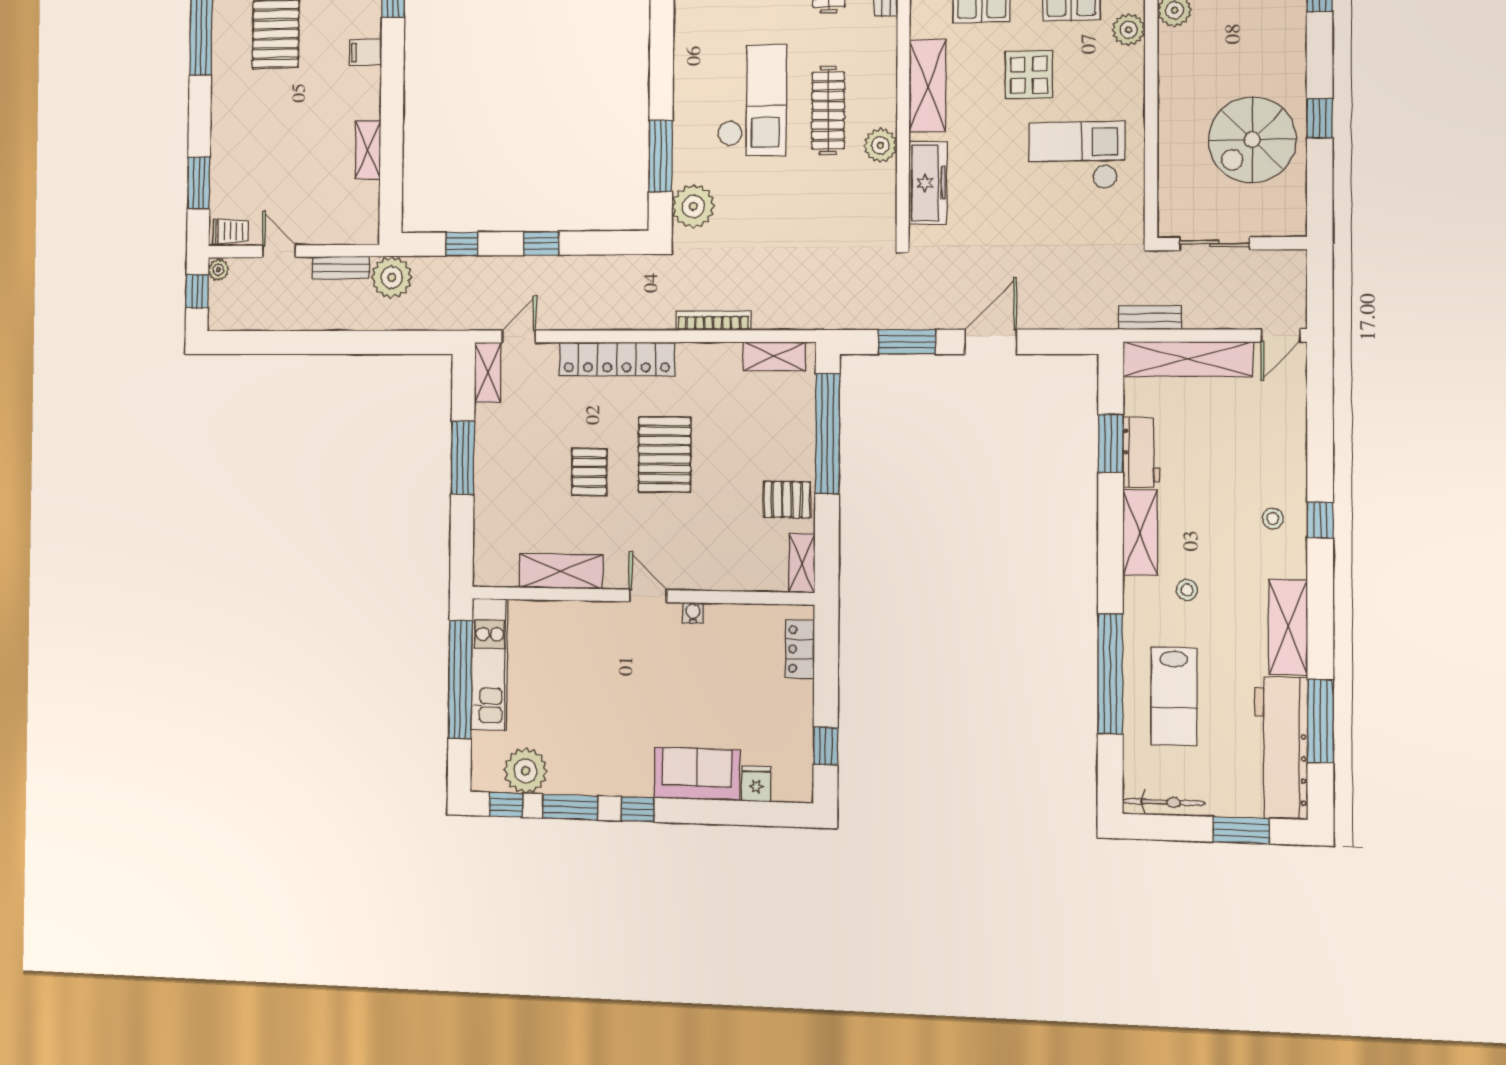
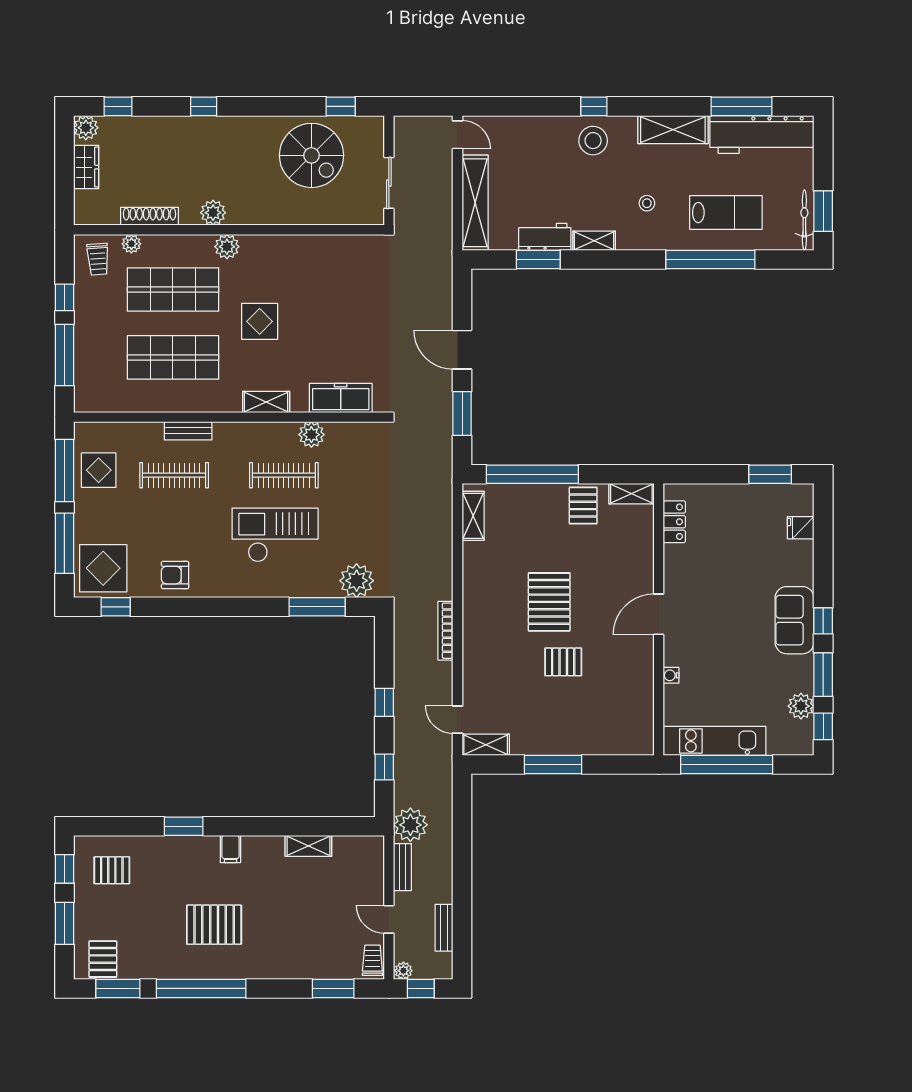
shelving: (928, 85) -> (266, 402), width x0.67, depth x0.75
window: (1320, 118) -> (341, 106), moved
checkout: (1077, 155) -> (321, 285), removed
door: (279, 251) -> (389, 919), hinge flipped
bench: (1150, 318) -> (444, 928), moved
bookcase: (713, 321) -> (445, 631), moved
locker: (617, 359) -> (475, 641), removed
pallet: (665, 455) -> (549, 602), turned 90
stool: (1273, 519) -> (593, 141), width x1.89, depth x1.89
shelving: (1140, 533) -> (594, 241), width x0.67, depth x0.75
shelving: (561, 571) -> (641, 684), removed
door: (648, 596) -> (659, 614), width x1.38
water cooler: (693, 613) -> (671, 675), moved
locker: (800, 649) -> (674, 522), moved, turned -90
window: (826, 746) -> (770, 474), width x1.50
plant: (526, 771) -> (801, 706), width x0.73, depth x0.73
sofa: (697, 774) -> (795, 620), moved
window: (1241, 830) -> (823, 211), moved

